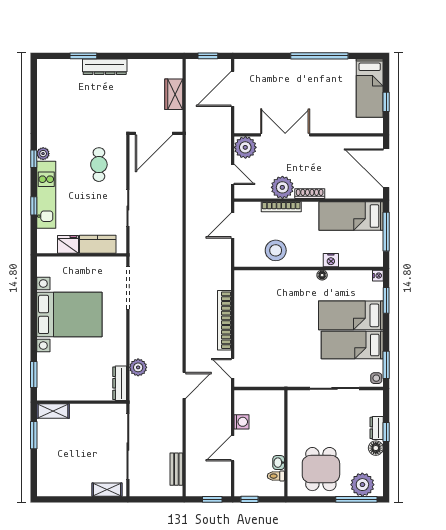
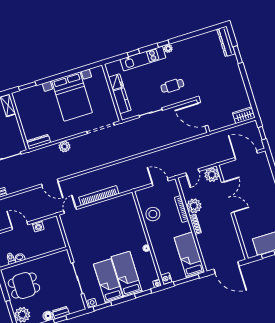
dresser: (105, 67) -> (226, 41), moved
wardrobe: (174, 94) -> (244, 115), moved
door: (386, 168) -> (226, 268), swing flipped
nightstand: (331, 260) -> (166, 278), moved
plant: (138, 367) -> (64, 147), moved

